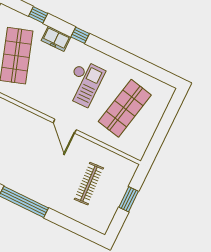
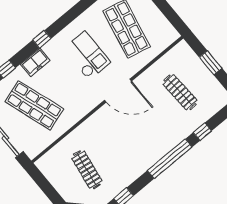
door: (65, 126) -> (118, 91), width x1.36
window: (62, 220) -> (202, 132), added

